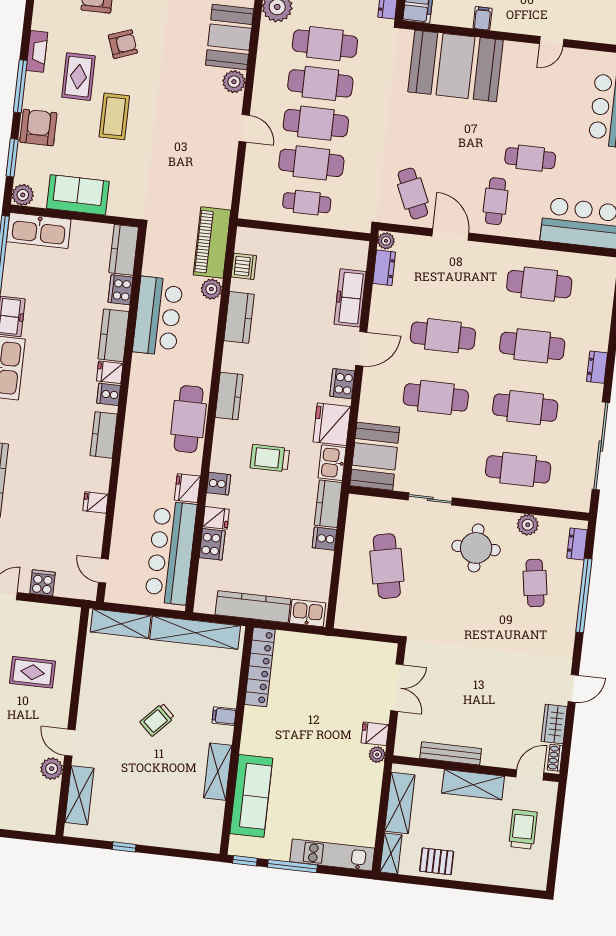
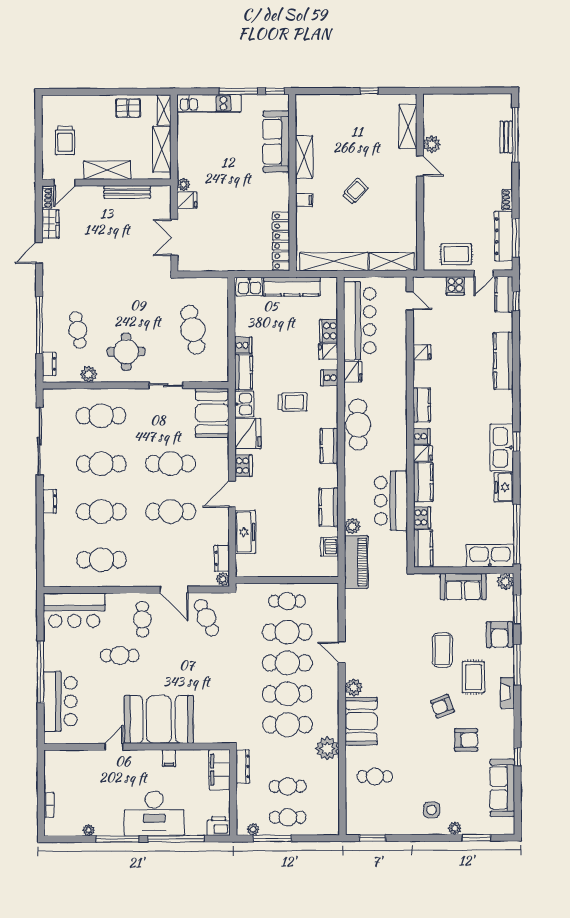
booth: (456, 66) -> (159, 719), moved
rug: (33, 672) -> (456, 254), moved

